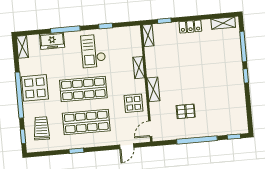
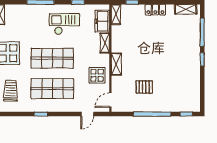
freezer: (52, 41) -> (102, 21), moved, turned 90
checkout: (93, 51) -> (64, 24), turned 90

